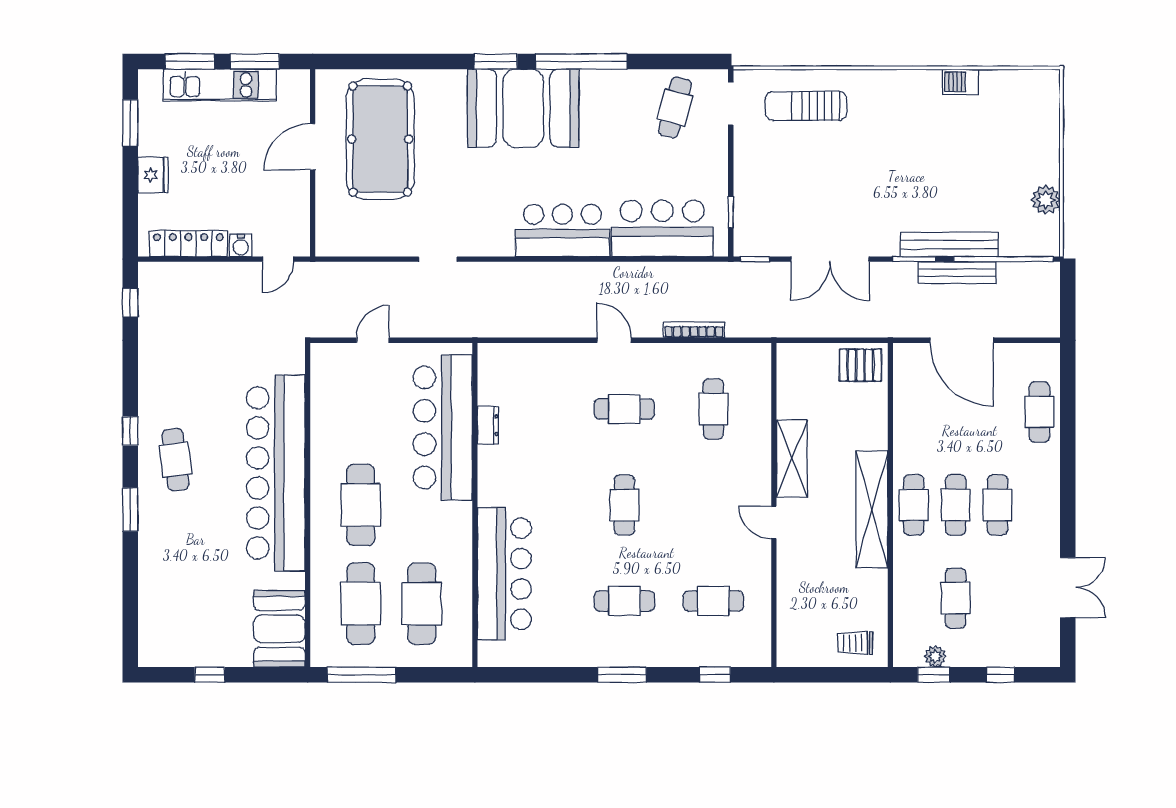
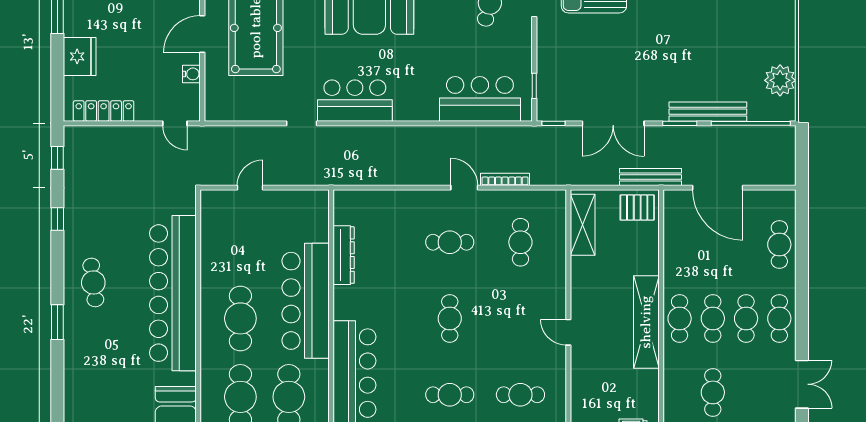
fridge: (153, 175) -> (80, 56), width x1.36, depth x1.34
plant: (1046, 200) -> (780, 80), width x1.36, depth x1.36
bar counter: (562, 231) -> (355, 101), moved
water cooler: (241, 245) -> (191, 74), moved, turned -90
door: (278, 259) -> (175, 123), hinge flipped
bench: (957, 273) -> (651, 177), moved
door: (614, 340) -> (464, 188), moved
dresser: (488, 425) -> (344, 255), width x1.96, depth x1.24
bar counter: (443, 427) -> (306, 301), moved
window: (130, 431) -> (57, 219), moved
shelving: (792, 458) -> (583, 225), moved
cafe table: (1039, 505) -> (779, 318), added

